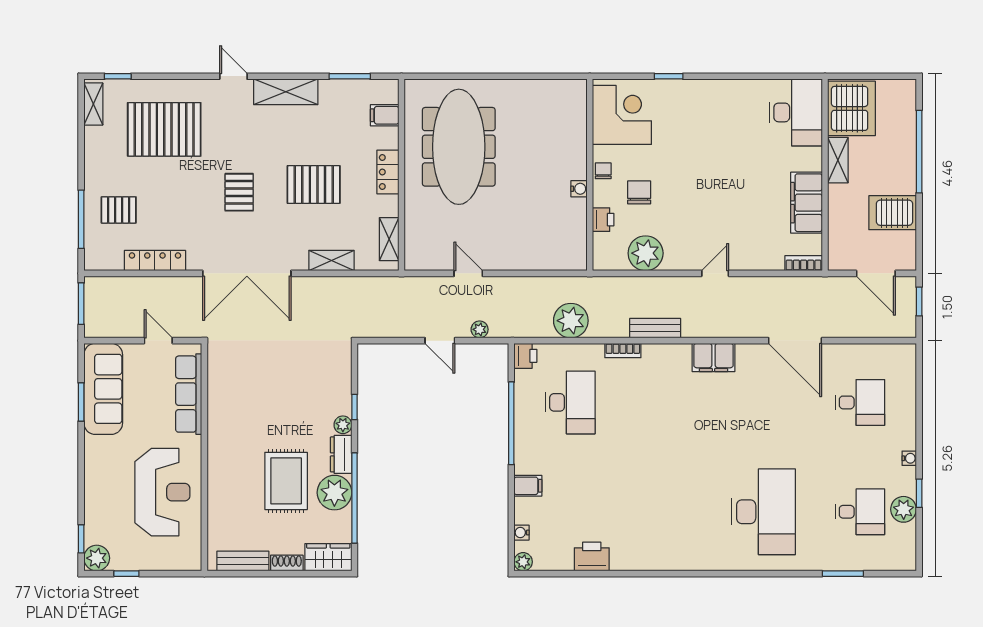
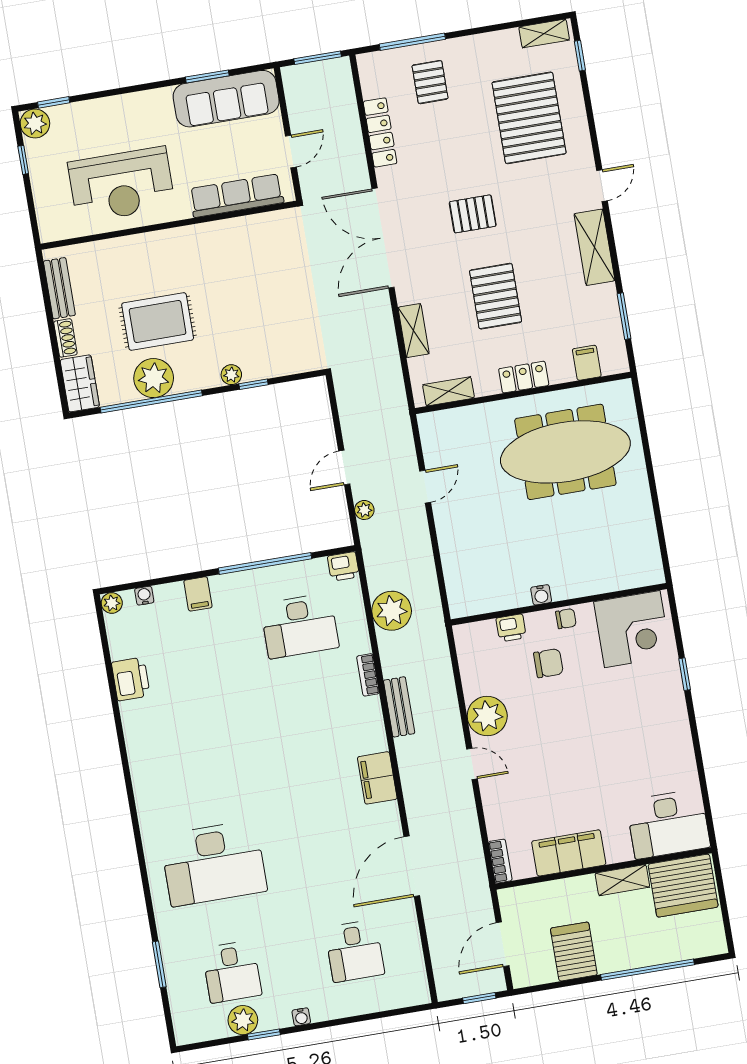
plant: (646, 253) -> (487, 716), moved
dresser: (341, 454) -> (198, 378), removed

